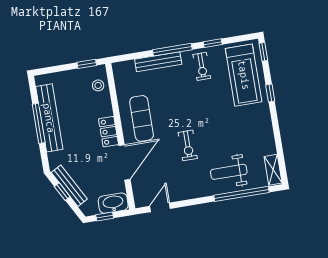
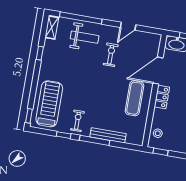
window: (270, 93) -> (40, 53), moved
exercise bike: (188, 145) -> (111, 55), moved
door: (160, 207) -> (128, 26), moved

